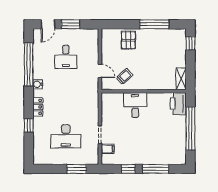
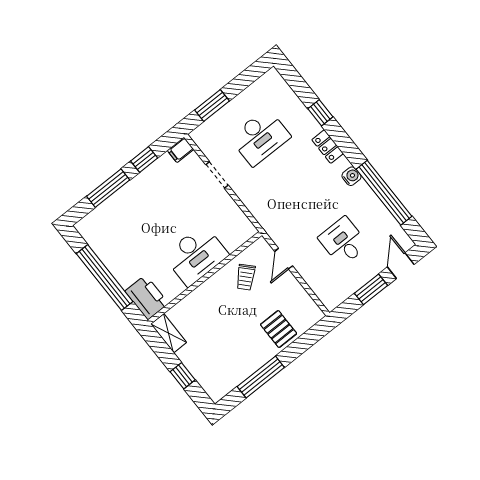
window: (190, 43) -> (183, 376), moved
door: (100, 71) -> (284, 259), hinge flipped
desk: (135, 105) -> (196, 255), width x1.37
desk: (66, 136) -> (260, 137), turned 180
filing cabinet: (108, 149) -> (181, 150), moved

